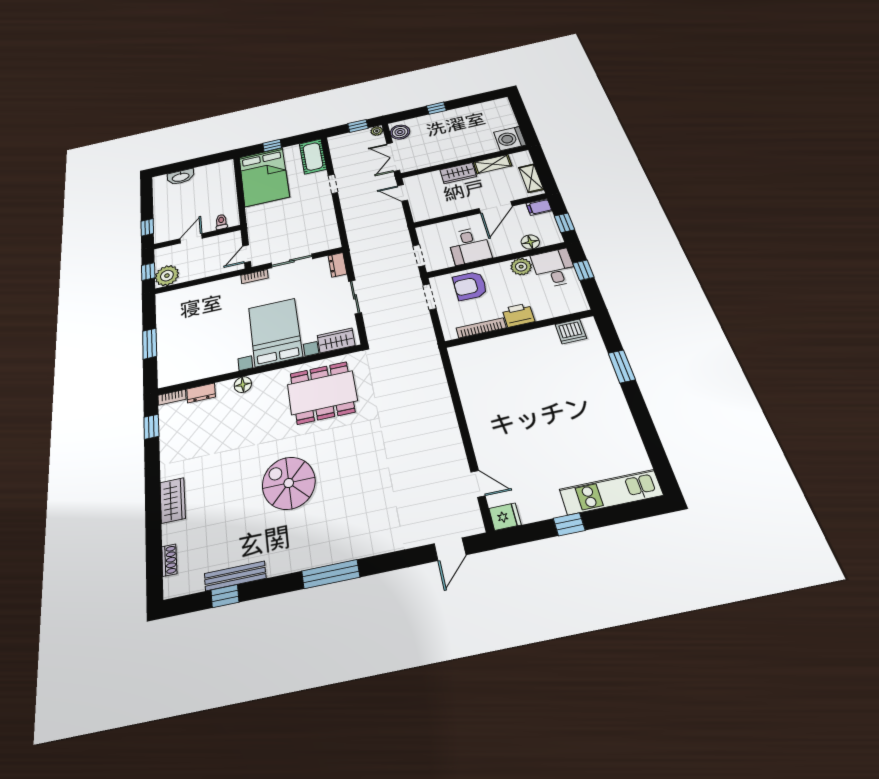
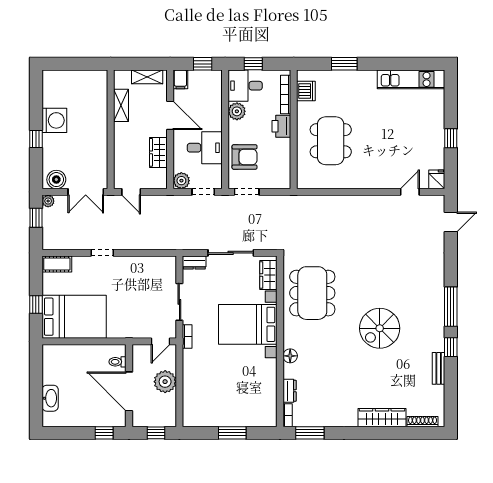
washing machine: (510, 139) -> (54, 120), moved, turned -90
cot: (313, 156) -> (57, 264), width x0.73, depth x0.75
wardrobe: (458, 173) -> (158, 152), moved, turned 180
door: (403, 193) -> (131, 192), hinge flipped
plant: (426, 233) -> (181, 181), added
door: (191, 238) -> (129, 391), width x1.88
floor lamp: (530, 242) -> (214, 97), removed
door: (247, 254) -> (160, 341), hinge flipped
plant: (167, 276) -> (165, 382), moved
armchair: (470, 286) -> (245, 157), turned -90
sliding door: (355, 297) -> (231, 253), width x1.37
bookcase: (481, 328) -> (286, 95), moved
dining table: (517, 372) -> (331, 141), added
window: (151, 427) -> (310, 433), width x1.50
kitchen unit: (611, 492) -> (411, 79), moved, turned -90
wardrobe: (173, 500) -> (382, 418), width x1.50
door: (450, 549) -> (451, 222), hinge flipped
shoe rack: (169, 560) -> (423, 422), width x1.43
bench: (235, 576) -> (439, 368), width x0.73
window: (225, 596) -> (451, 347), moved

